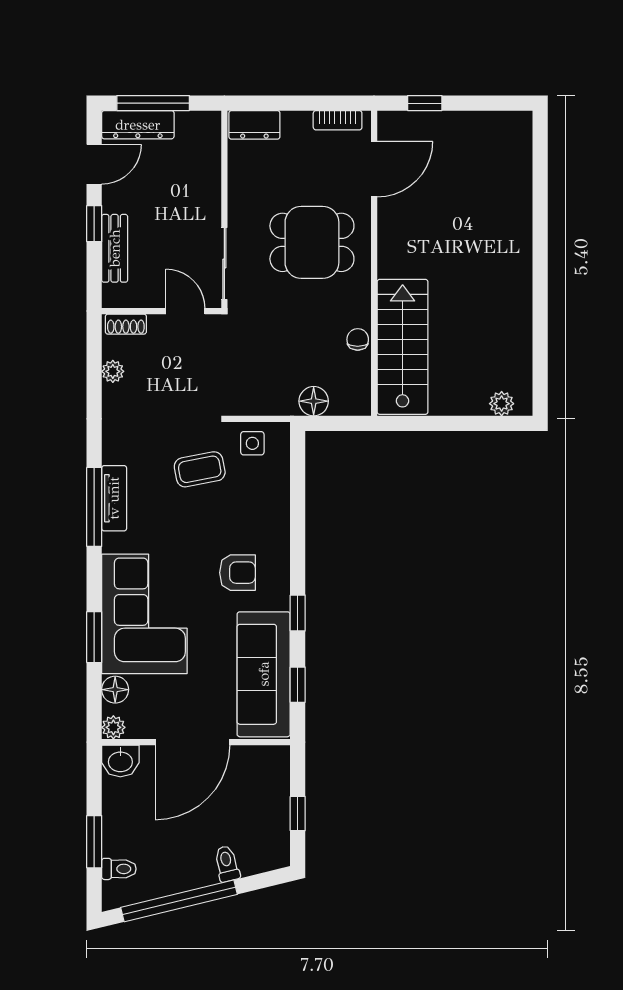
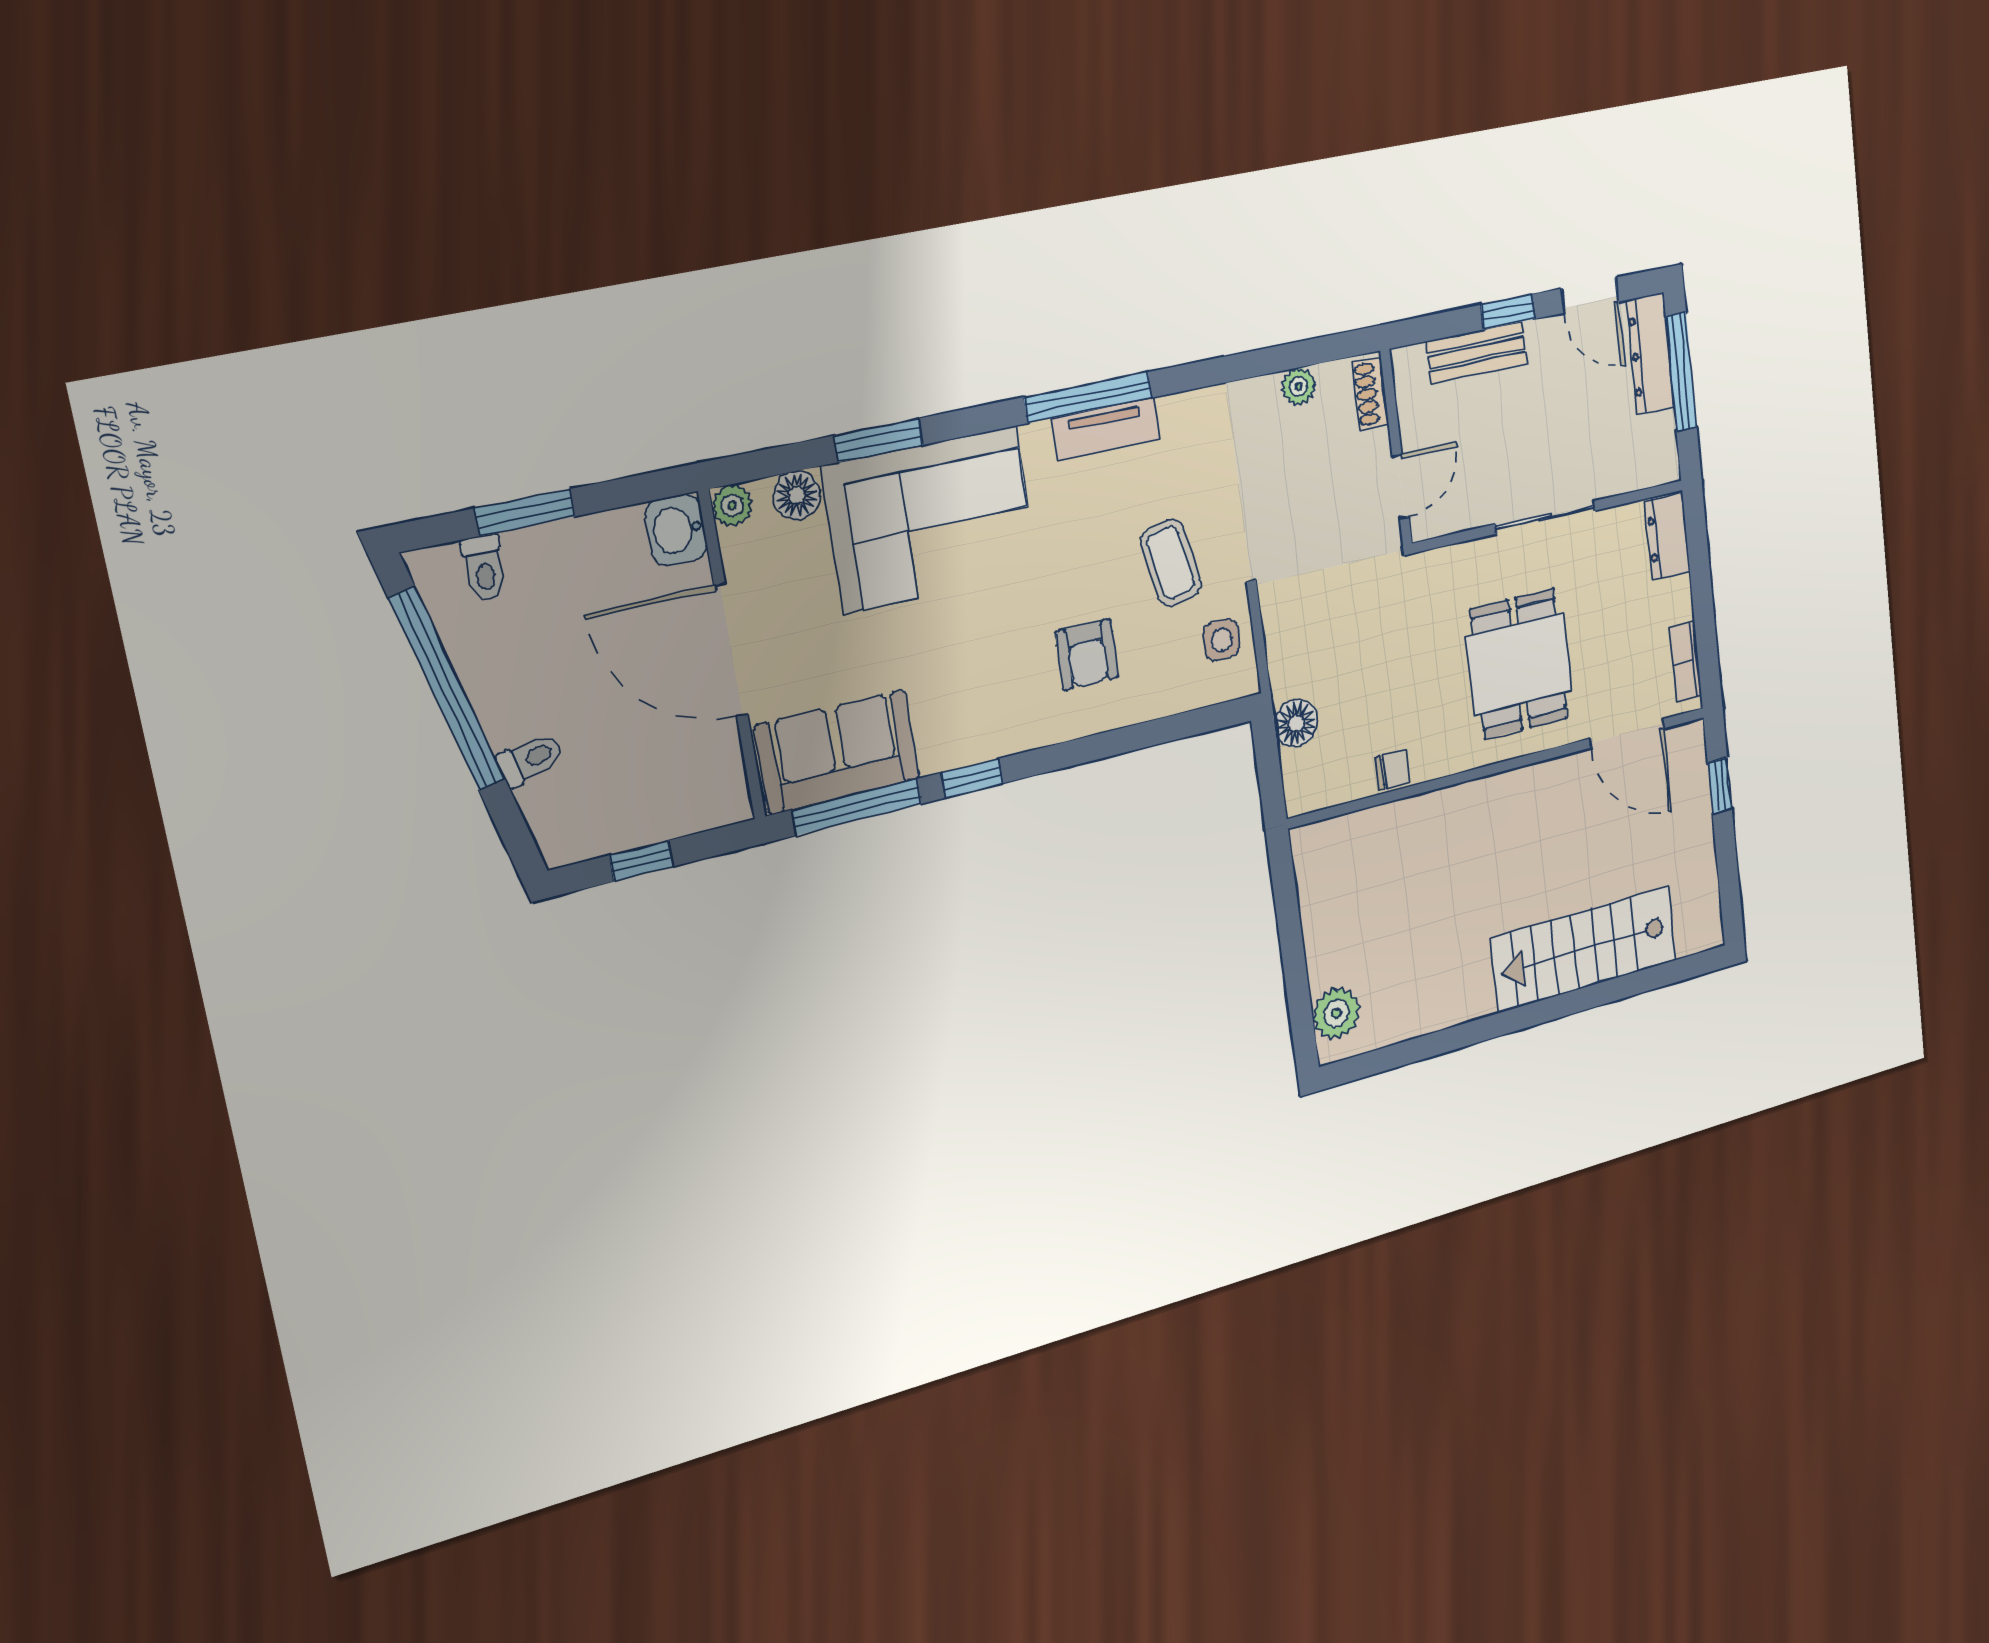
sliding door: (224, 263) -> (1545, 517), moved
stairs: (403, 347) -> (1584, 949), moved, turned 180
plant: (502, 404) -> (1336, 1013), width x1.38, depth x1.38
armchair: (238, 573) -> (1087, 655), moved
sofa: (264, 674) -> (837, 752), width x0.73
window: (298, 685) -> (857, 807), width x2.17

